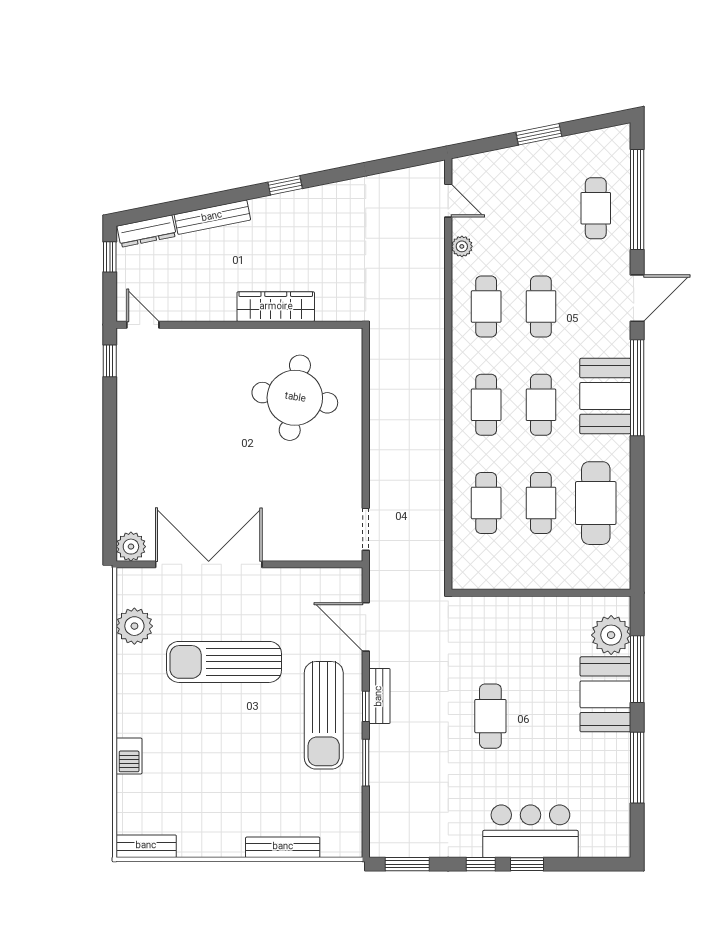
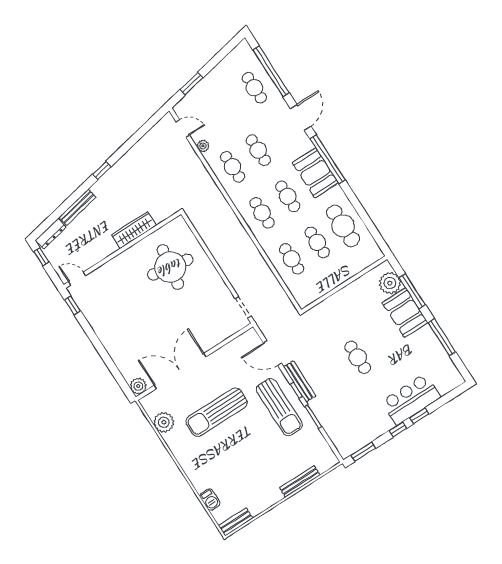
window: (539, 134) -> (192, 84), moved
bench: (379, 696) -> (300, 381), width x1.36
barbecue: (129, 756) -> (210, 500), moved

